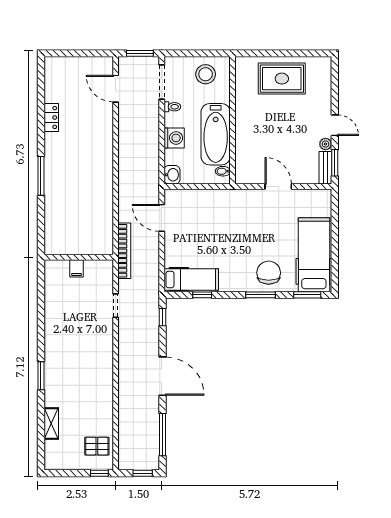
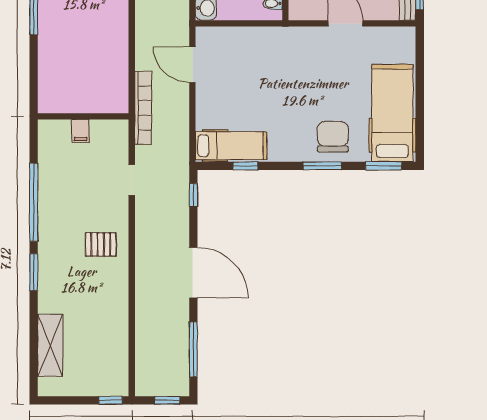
window: (41, 323) -> (34, 202), added
shelving: (51, 424) -> (50, 345), width x1.50, depth x1.33
pallet: (97, 446) -> (101, 244), moved

